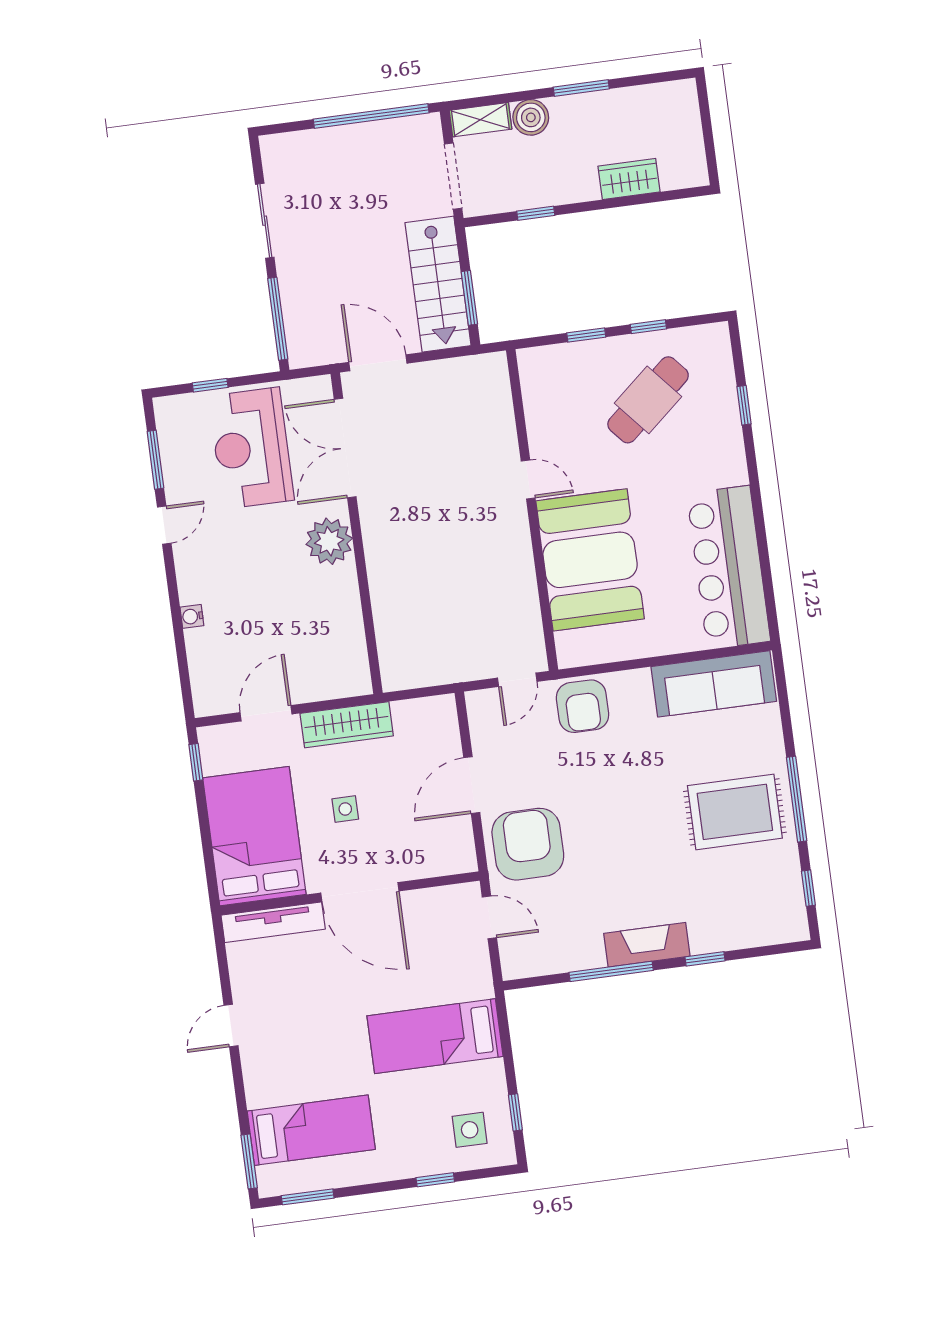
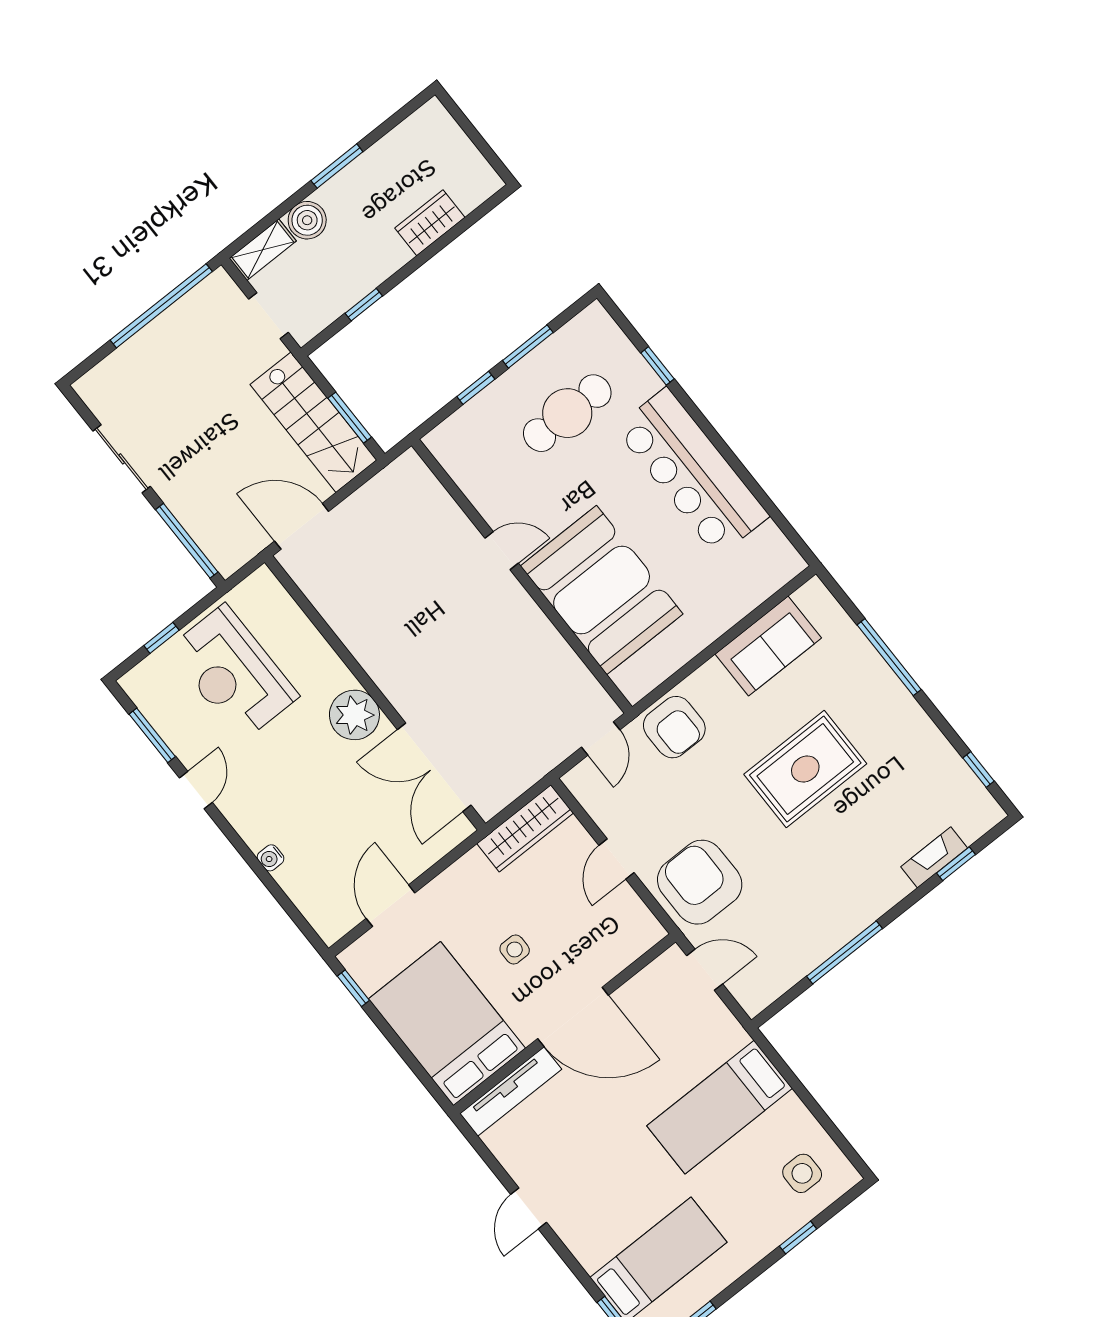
doorway: (453, 176) -> (268, 316), width x0.73
window: (648, 327) -> (528, 346), width x1.50
cafe table: (648, 400) -> (567, 413), turned 41
double door: (345, 448) -> (434, 767), moved
bar counter: (729, 567) -> (692, 472), moved
sofa: (714, 684) -> (768, 646), width x0.73
wardrobe: (347, 725) -> (525, 828), moved
door: (472, 785) -> (616, 859), width x0.73
window: (797, 799) -> (889, 657), moved
rug: (735, 812) -> (805, 769), moved
fireplace: (647, 945) -> (934, 857), moved, width x0.73, depth x0.76
window: (705, 959) -> (956, 864), moved
window: (515, 1112) -> (834, 1133), removed

